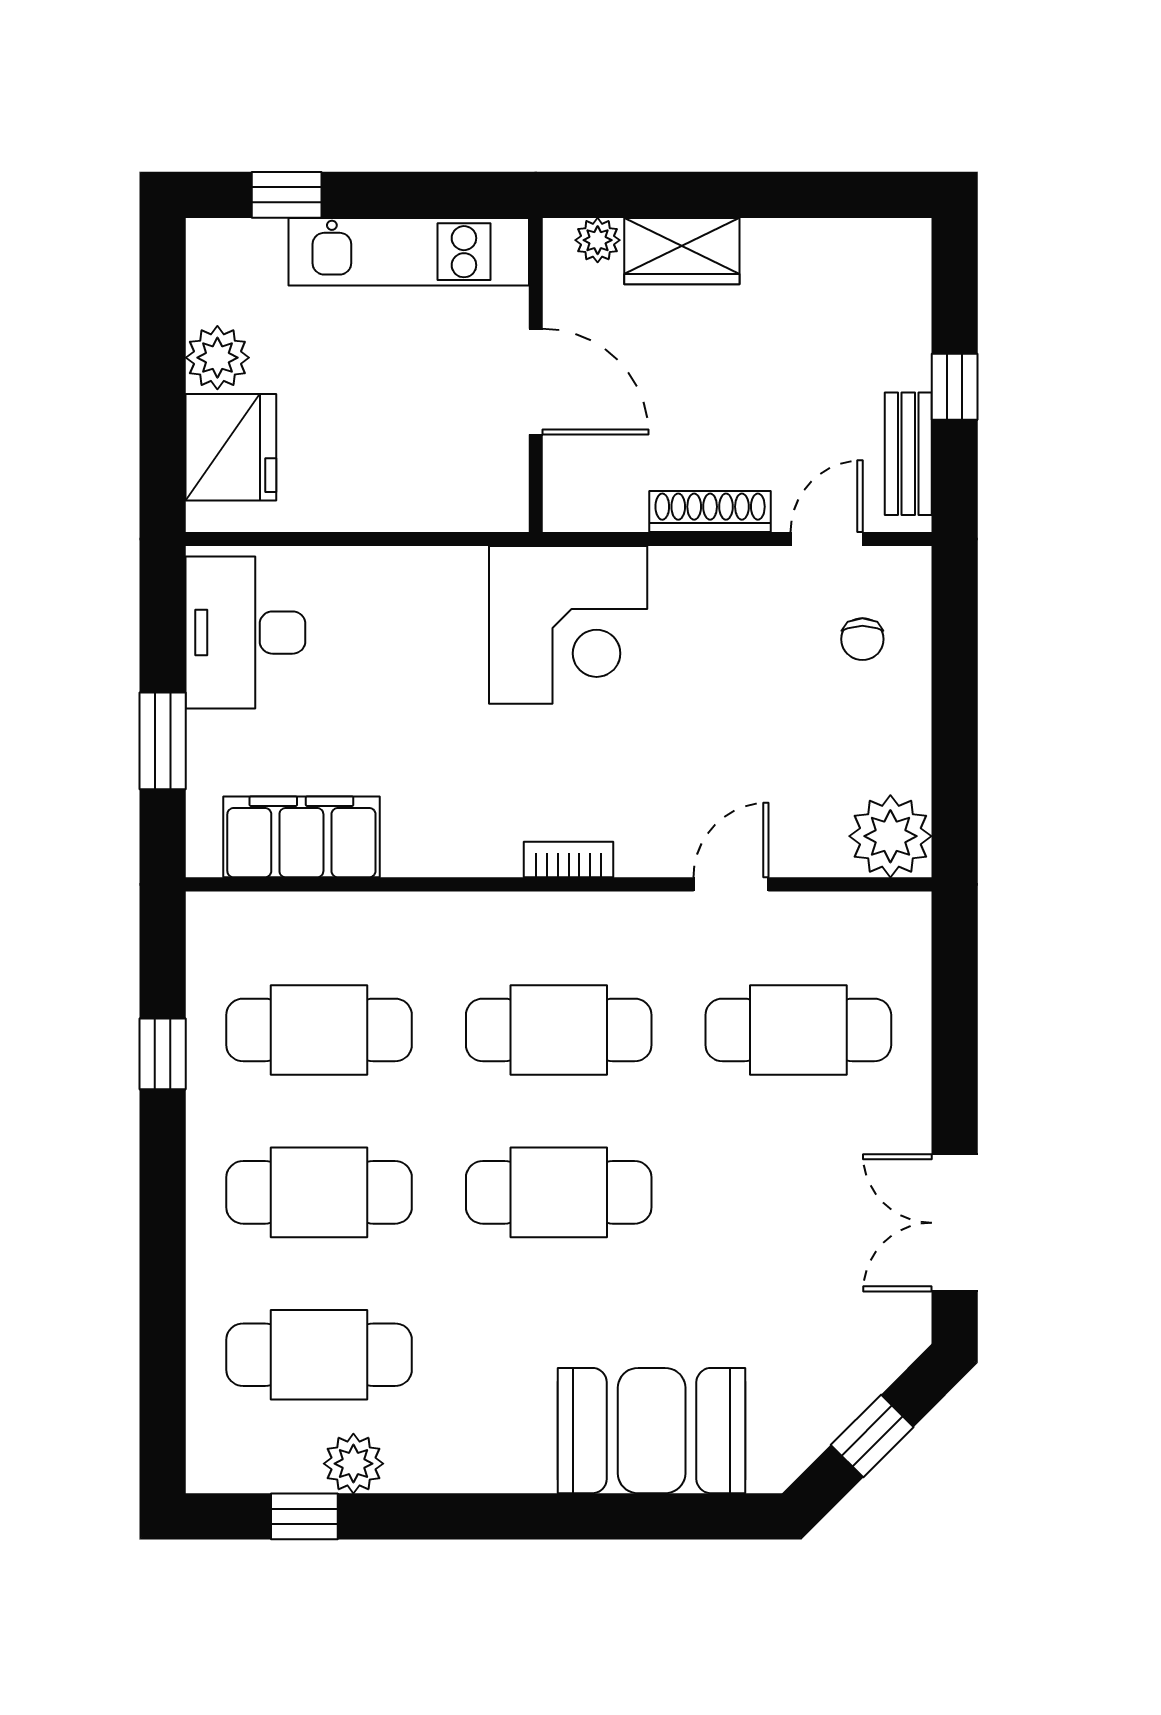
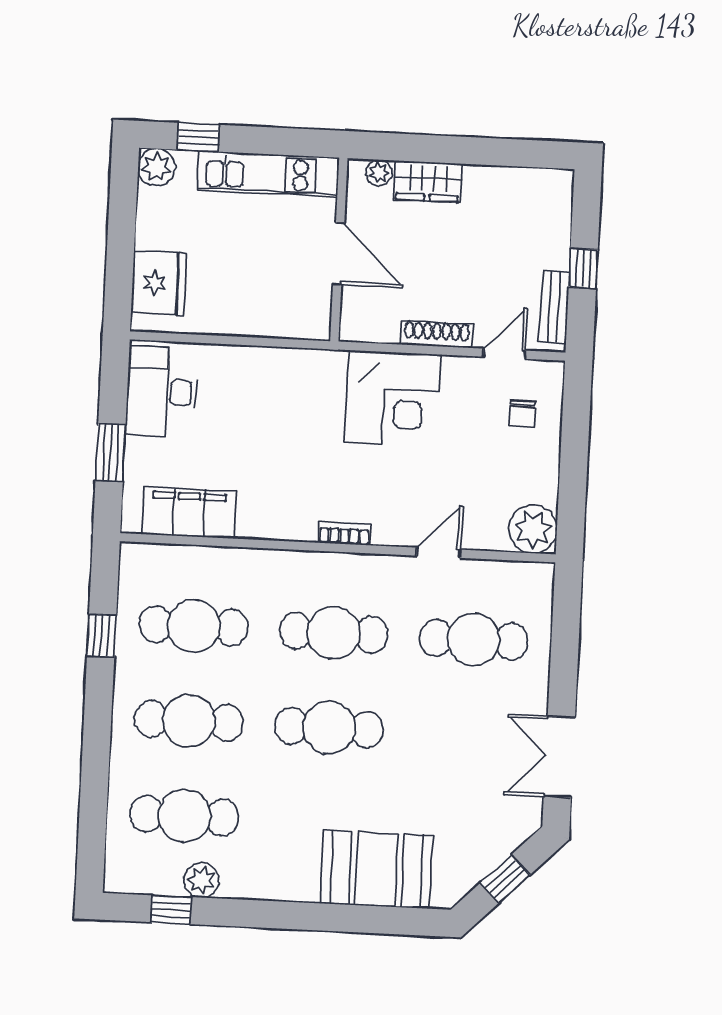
plant: (217, 358) -> (157, 167), moved
corner desk: (568, 625) -> (393, 399), moved

